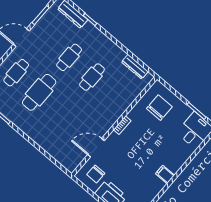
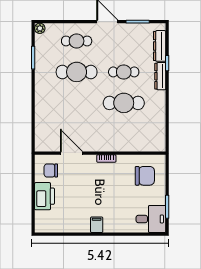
dresser: (135, 67) -> (160, 76), moved
cafe table: (92, 77) -> (124, 103), width x1.37, depth x1.35

